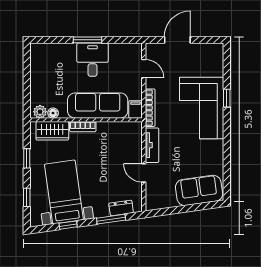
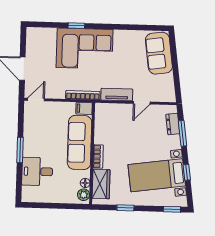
desk: (93, 60) -> (37, 171), moved
door: (144, 69) -> (36, 100), moved
window: (27, 197) -> (172, 209), moved

